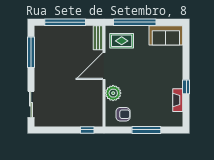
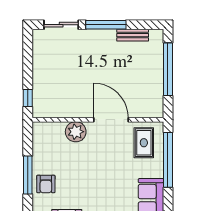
bench: (98, 38) -> (133, 35), moved
window: (31, 52) -> (106, 25), moved
armchair: (123, 114) -> (46, 184), moved

